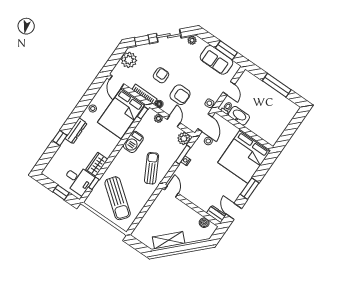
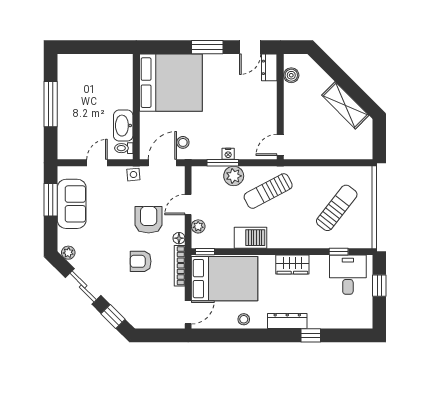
plant: (129, 60) -> (149, 316), removed
plant: (184, 139) -> (234, 176), moved
wardrobe: (97, 164) -> (292, 265), moved
sun lounger: (118, 198) -> (337, 208), width x0.73, depth x0.75

